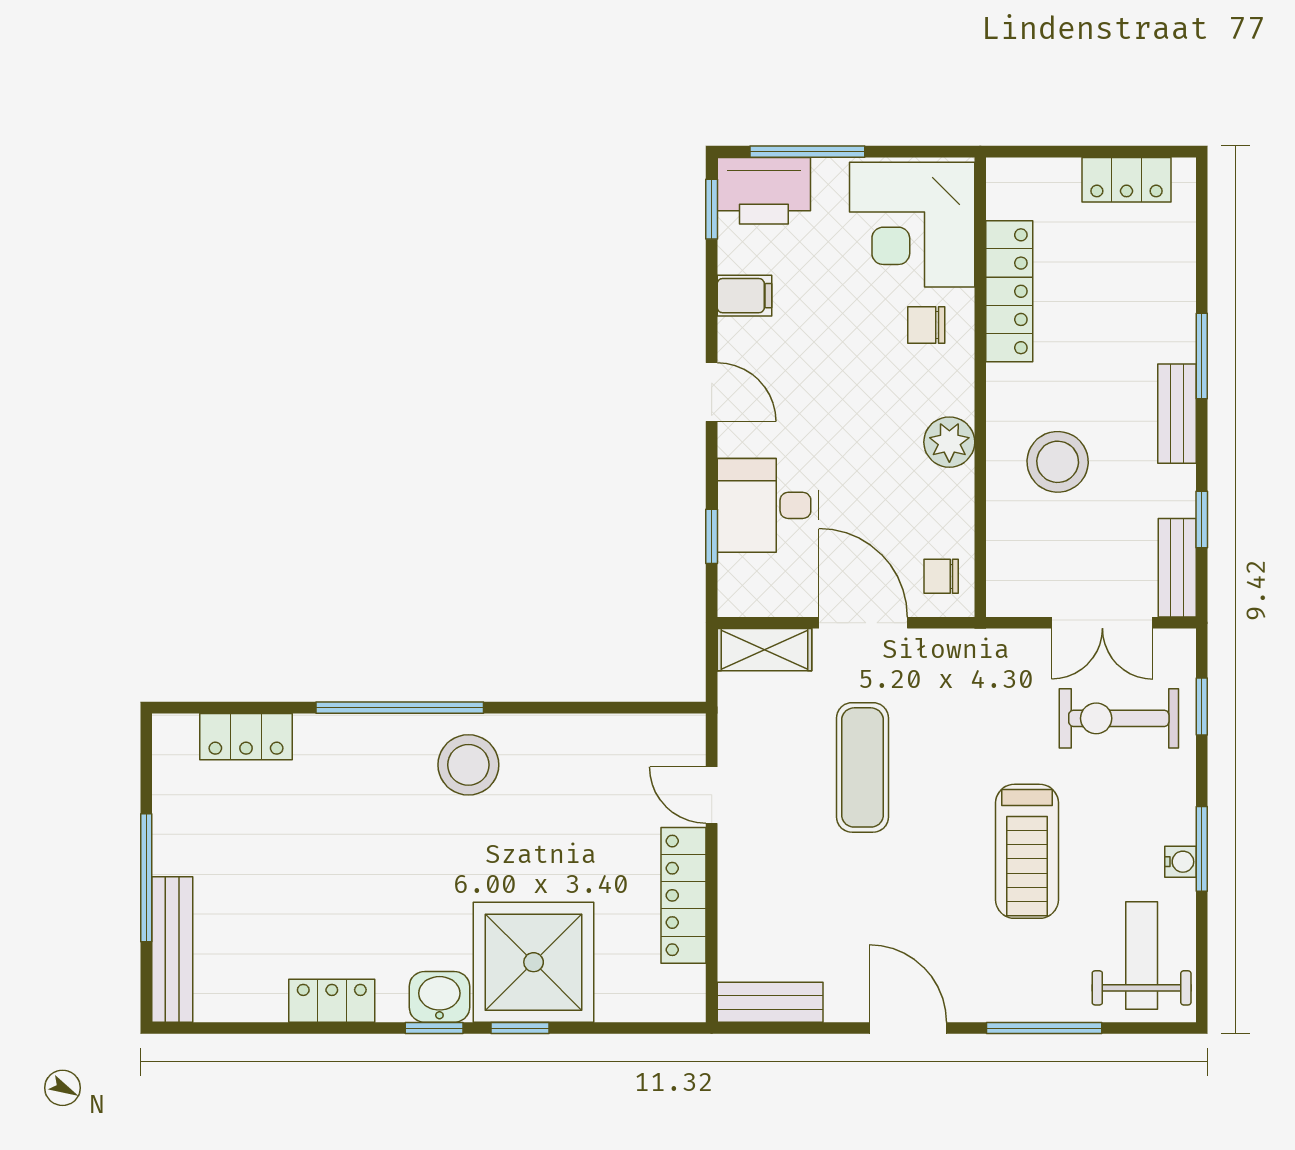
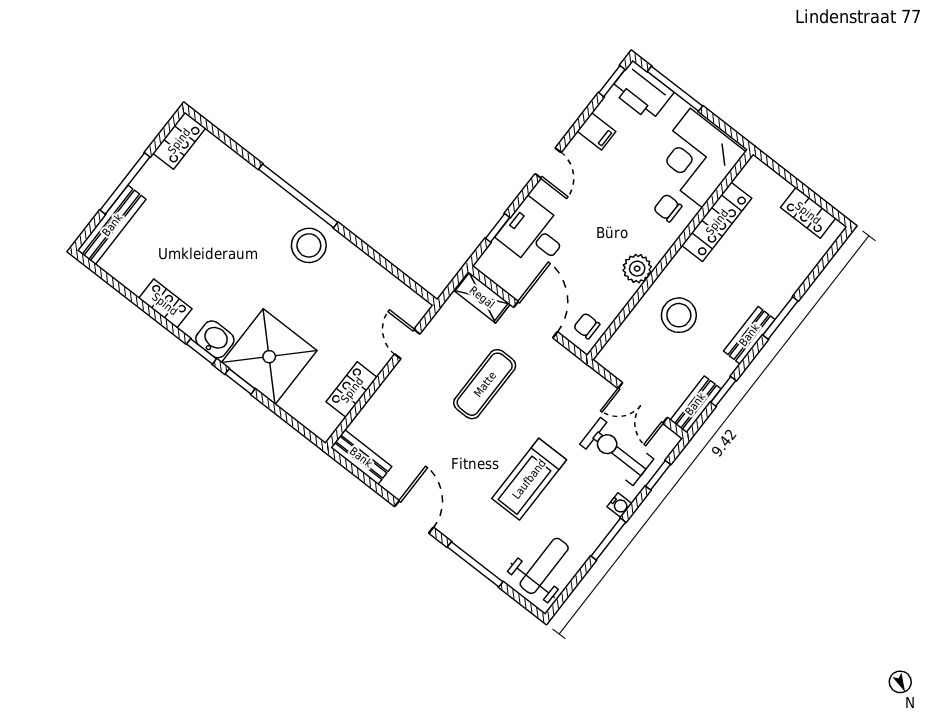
locker: (246, 737) -> (179, 141), moved, turned -90
water cooler: (1180, 862) -> (619, 505), moved
locker: (684, 895) -> (352, 390), width x0.66

